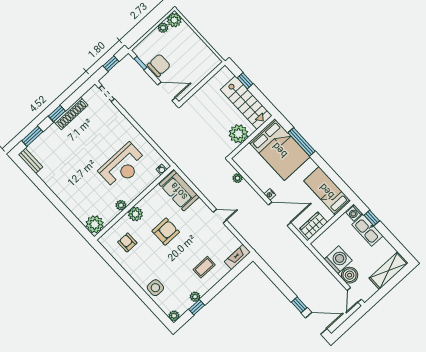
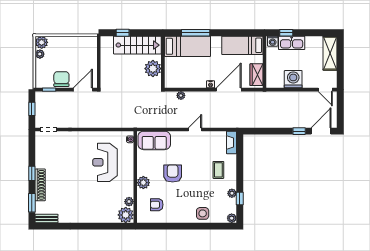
shoe rack: (71, 113) -> (40, 185), moved
bed: (280, 150) -> (187, 46), width x0.67
reception desk: (123, 166) -> (105, 162), turned 180
plant: (121, 205) -> (129, 202), moved
boiler: (350, 275) -> (310, 81), removed

